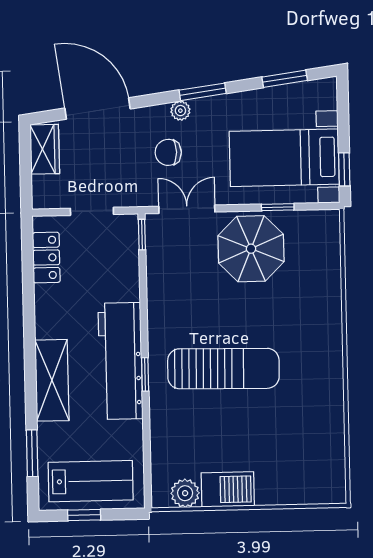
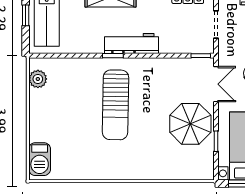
workbench: (120, 361) -> (131, 44), width x0.73, depth x0.76
barbecue: (228, 489) -> (40, 159), moved

